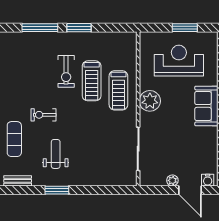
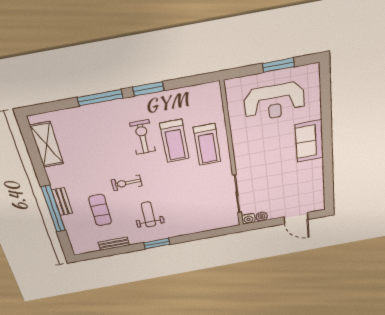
reception desk: (179, 61) -> (274, 102), turned 180
exercise bike: (66, 71) -> (143, 137), turned 180
plant: (150, 101) -> (245, 148), removed
plant: (172, 180) -> (262, 216), moved
water cooler: (208, 180) -> (248, 219), moved

